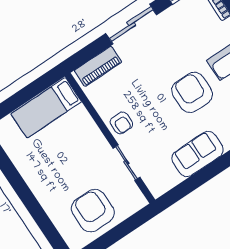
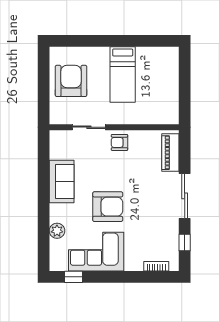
bed: (46, 108) -> (123, 75), moved, turned 180
armchair: (93, 211) -> (71, 81), turned -90

